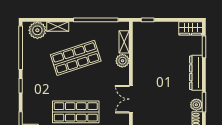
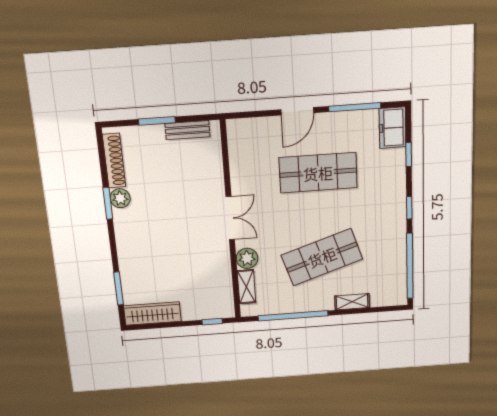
wardrobe: (191, 28) -> (152, 314), width x1.50
plant: (37, 30) -> (384, 294), removed
dresser: (196, 73) -> (127, 248), removed
double door: (131, 99) -> (230, 218), moved

